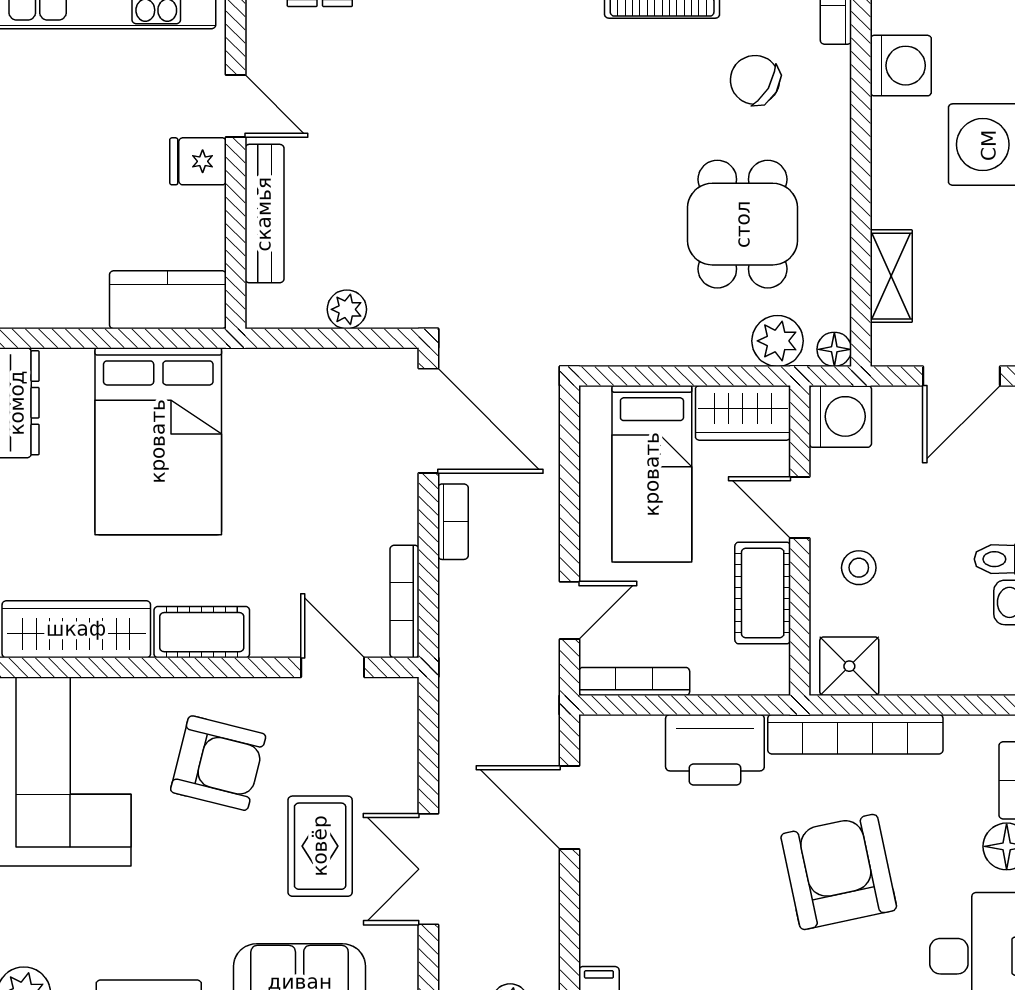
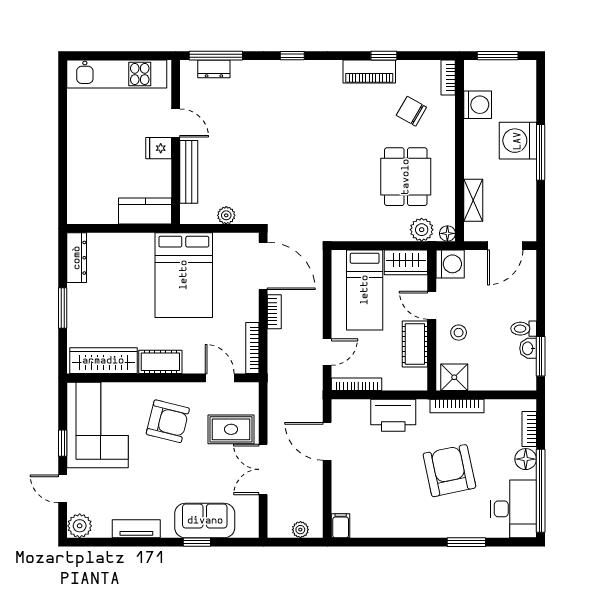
bed: (158, 441) -> (184, 275), moved
bookcase: (855, 734) -> (457, 406), width x0.68, depth x0.76
rug: (320, 846) -> (231, 429), moved, turned 90

